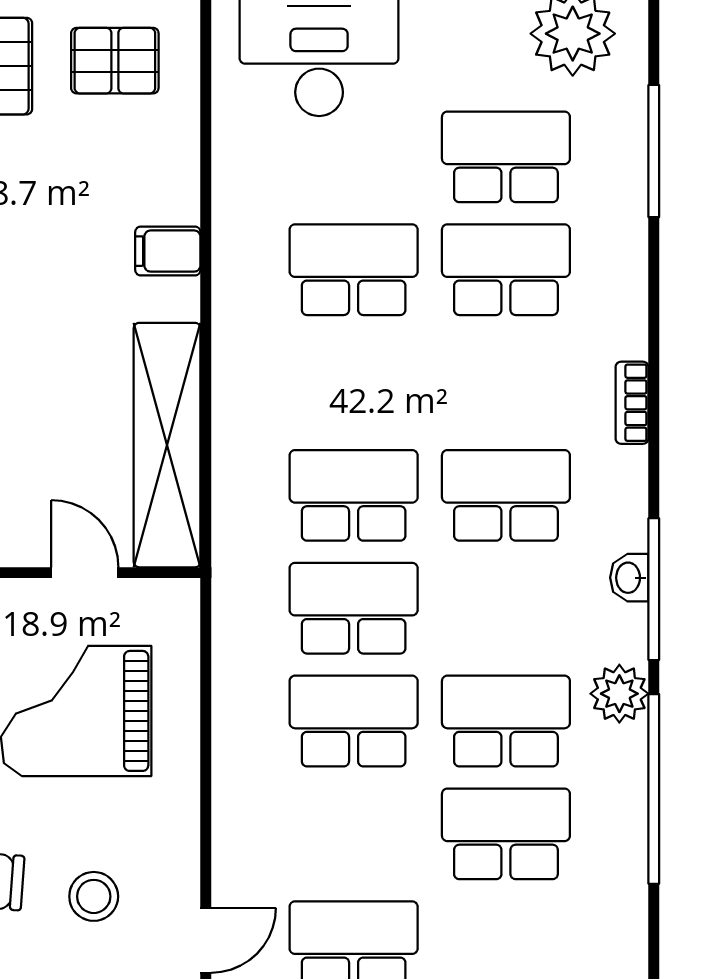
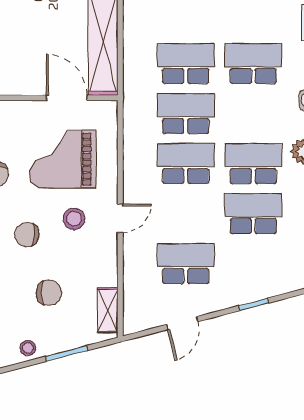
door: (85, 573) -> (67, 98), width x1.38
stool: (94, 896) -> (74, 219), moved
door: (206, 940) -> (120, 218), moved

